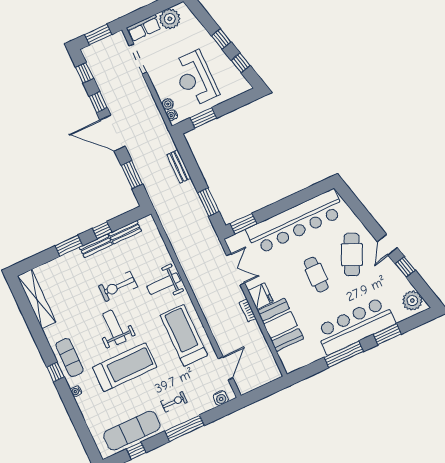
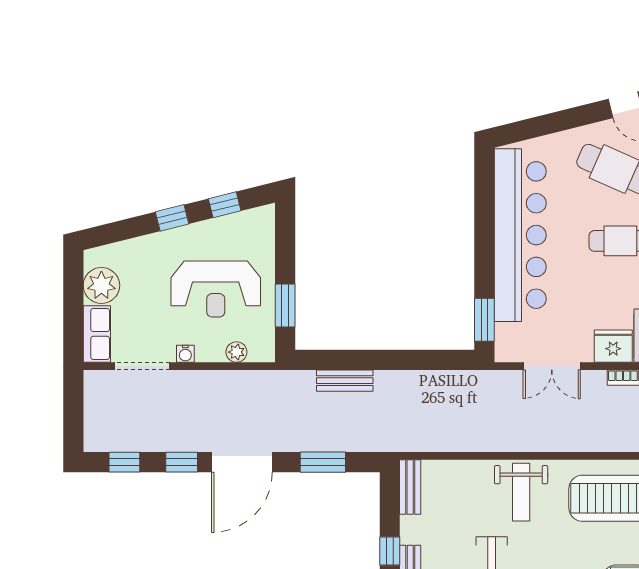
window: (98, 34) -> (73, 412), removed
water cooler: (172, 115) -> (185, 354), moved
window: (208, 202) -> (424, 360), removed
bench: (125, 232) -> (410, 487), moved
double door: (236, 269) -> (552, 366), swing flipped

